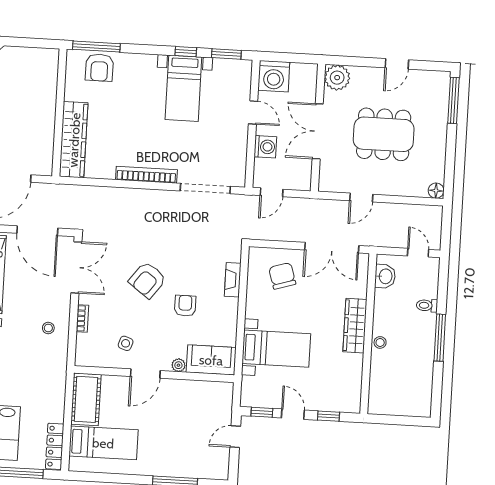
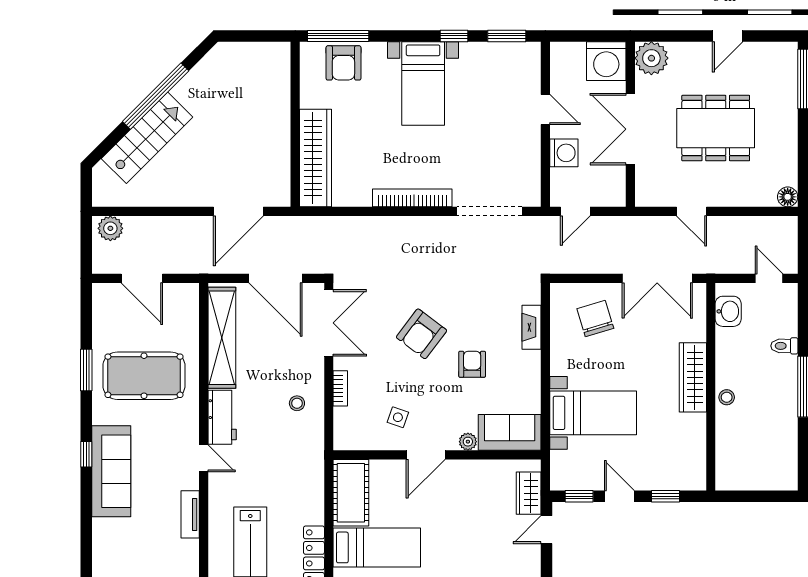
washing machine: (274, 76) -> (606, 61), moved
bed with nightstands: (183, 88) -> (423, 83), moved
door: (361, 198) -> (691, 211), hinge flipped
wardrobe: (223, 408) -> (529, 493), added

